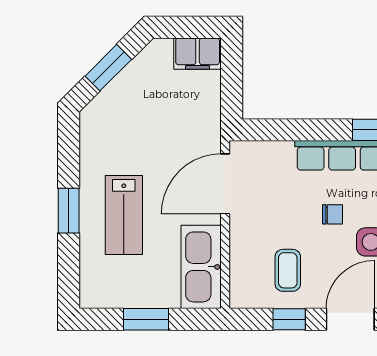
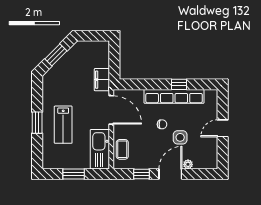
filing cabinet: (198, 54) -> (102, 80), moved, turned 90
door: (225, 184) -> (111, 110), swing flipped
coffee table: (288, 270) -> (122, 149), moved

